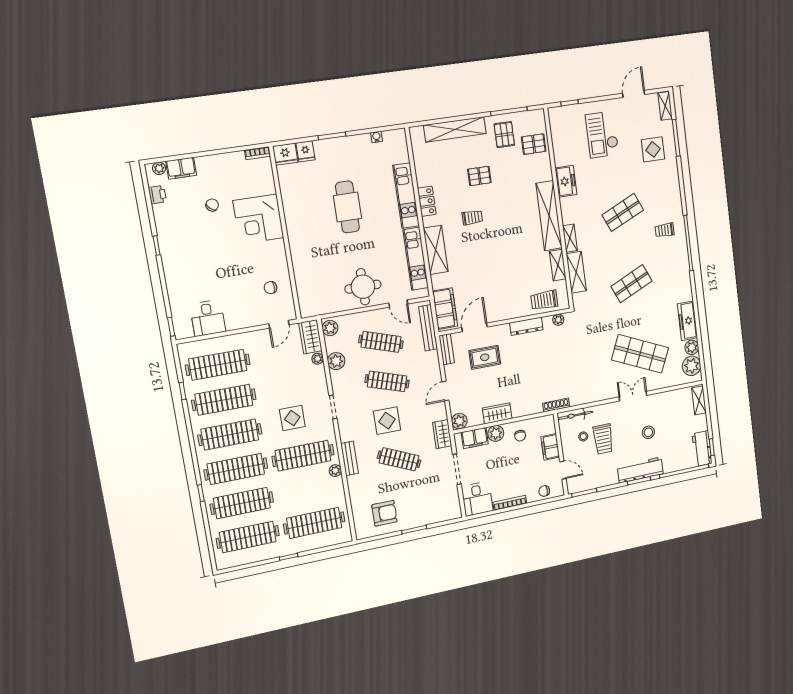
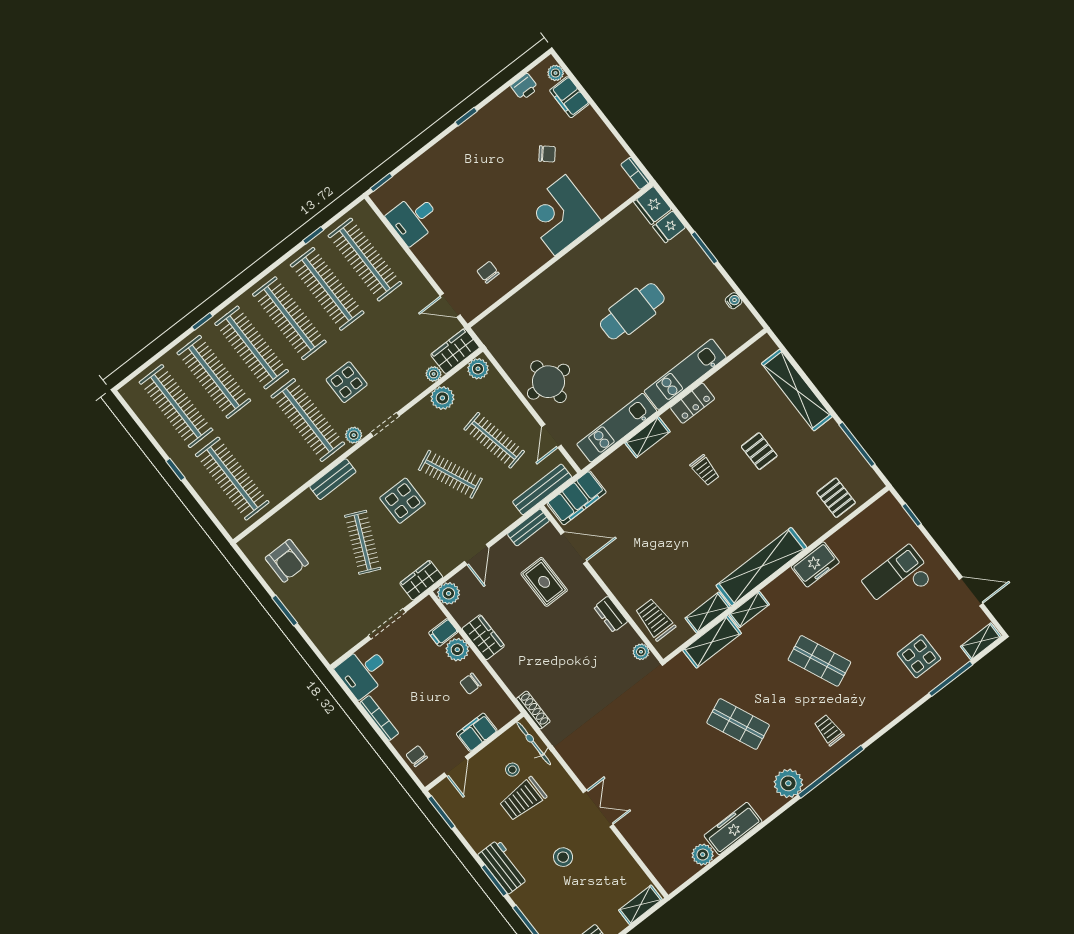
pallet: (504, 135) -> (826, 454), removed
shelving: (436, 250) -> (647, 437), width x0.67, depth x0.75
dresser: (526, 326) -> (611, 614), width x0.70
clothes rail: (381, 342) -> (494, 440), turned -30
shop shelf: (640, 354) -> (657, 787), removed
plant: (692, 366) -> (788, 783), moved
clothes rail: (387, 381) -> (450, 474), turned -42
door: (445, 391) -> (476, 555), swing flipped
filing cabinet: (475, 438) -> (443, 632), width x0.50
workbench: (640, 470) -> (503, 867), width x0.73
plant: (335, 471) -> (354, 435), moved

